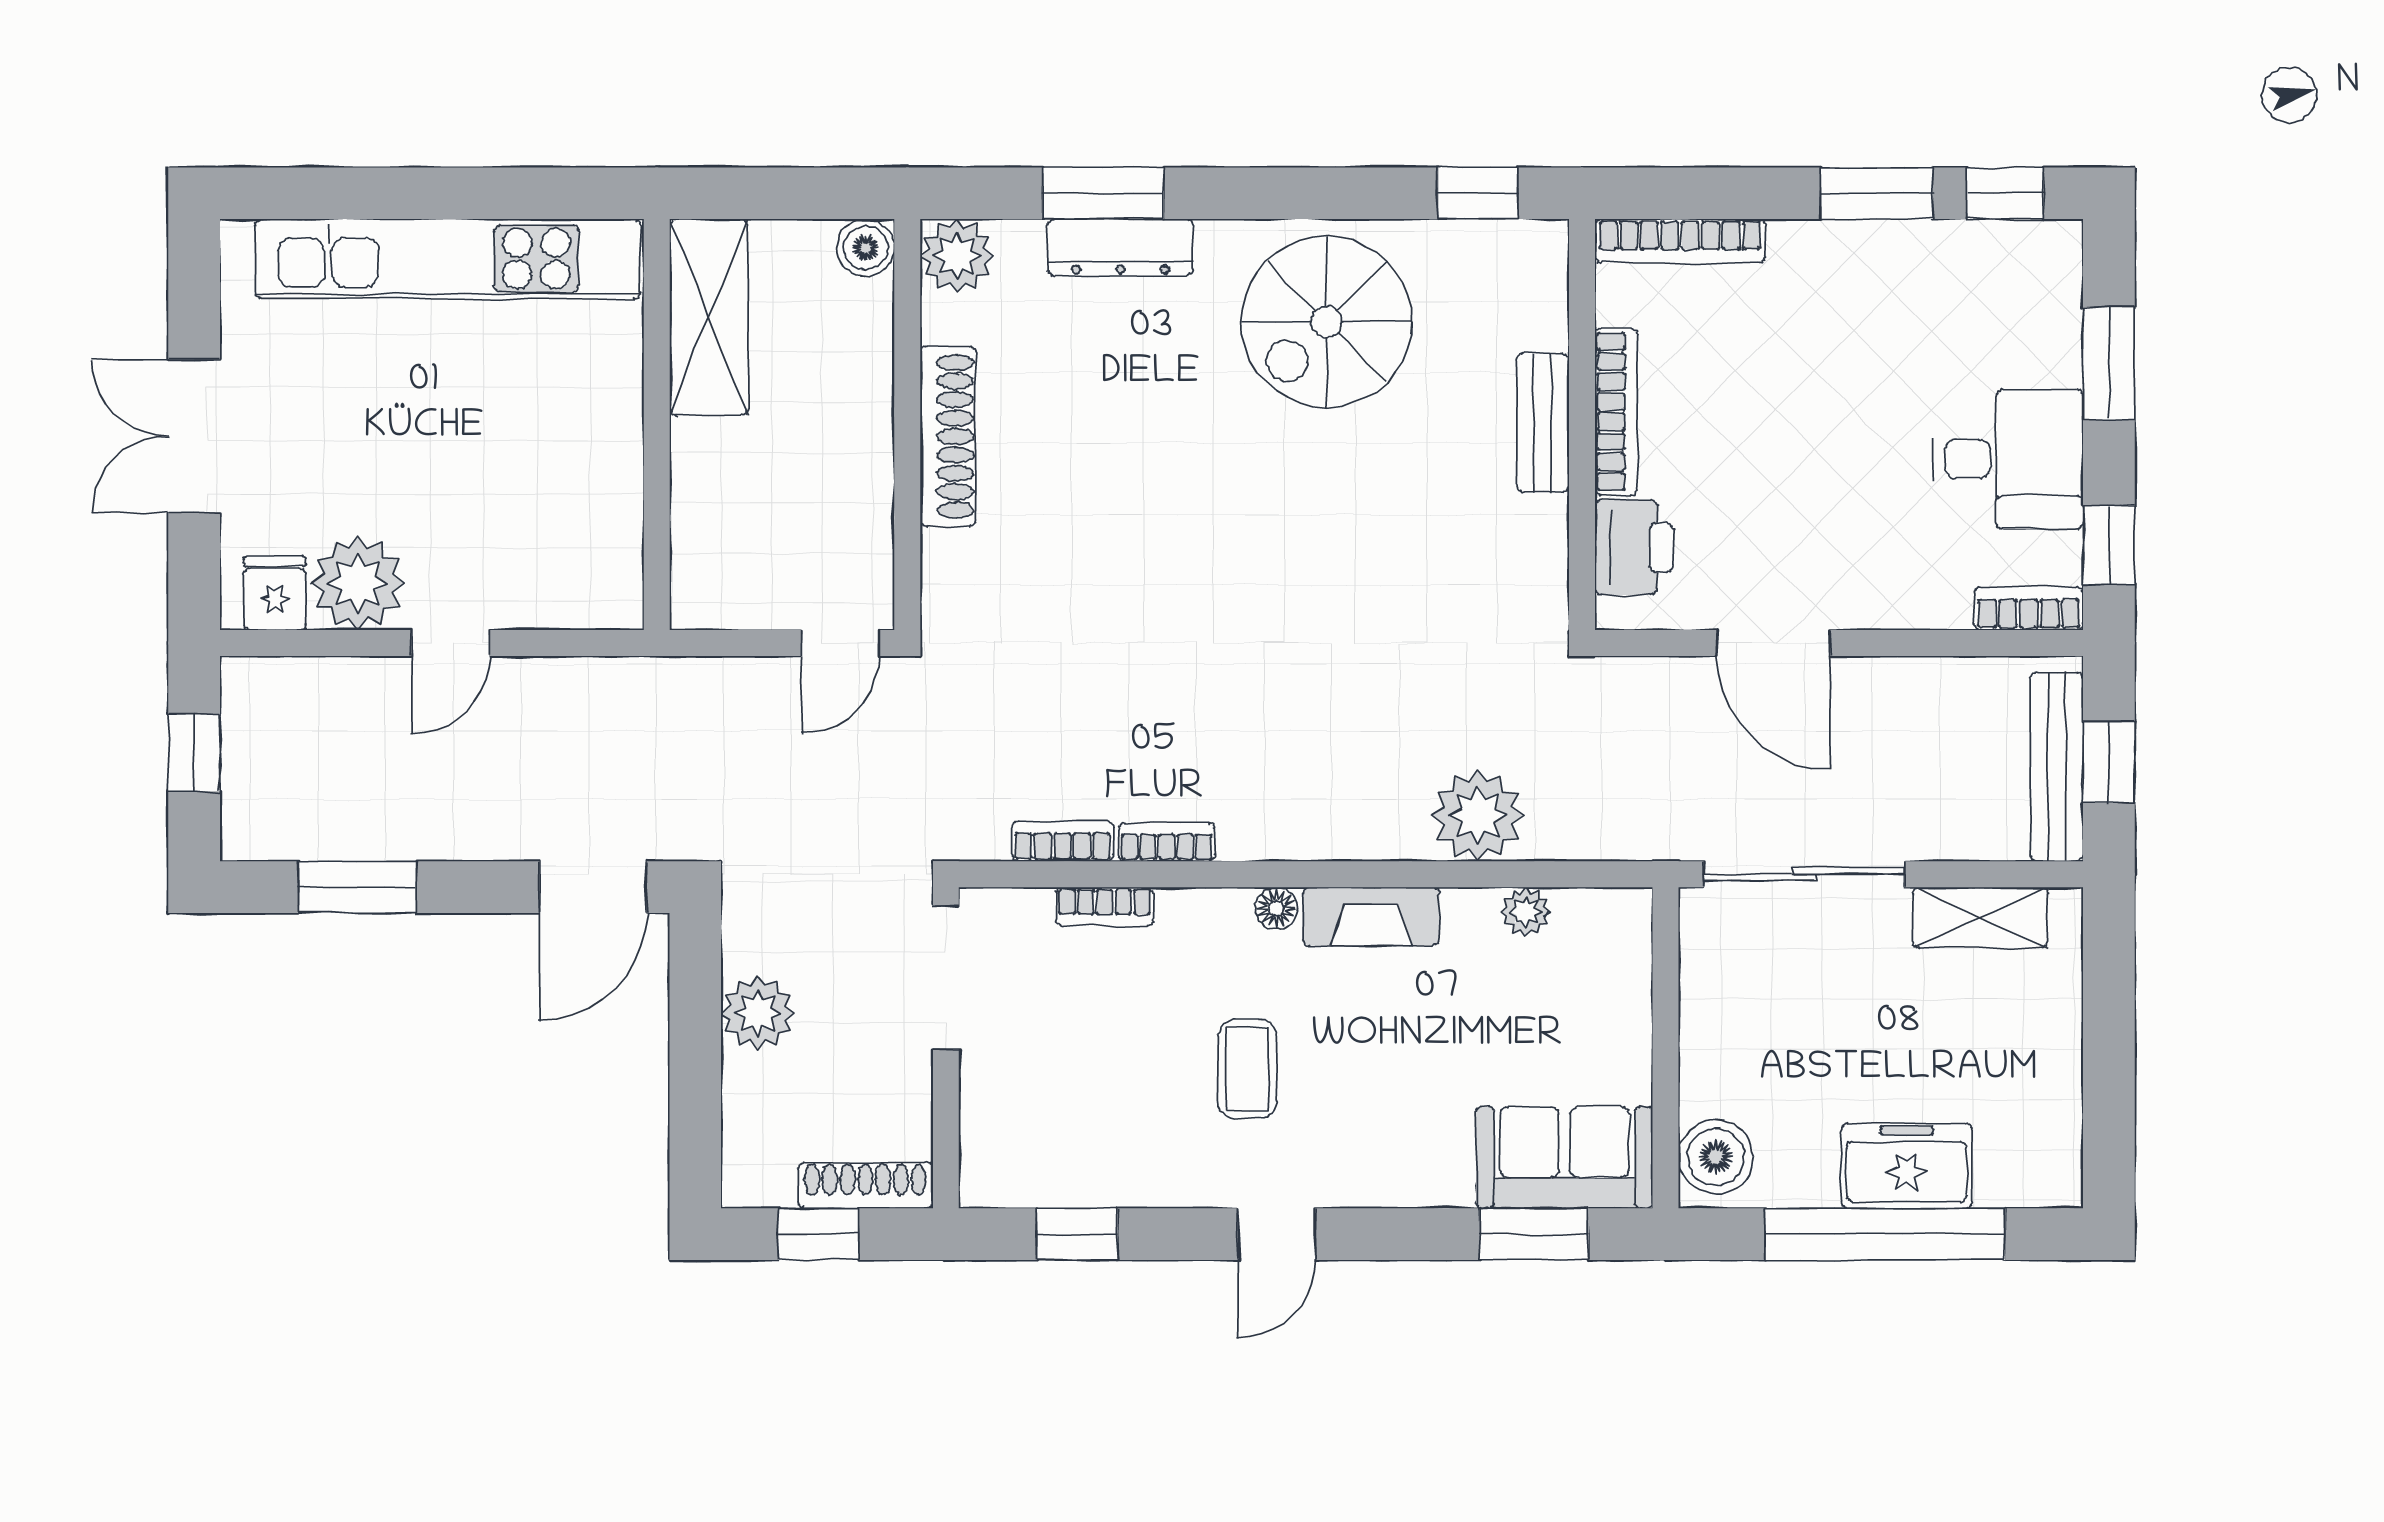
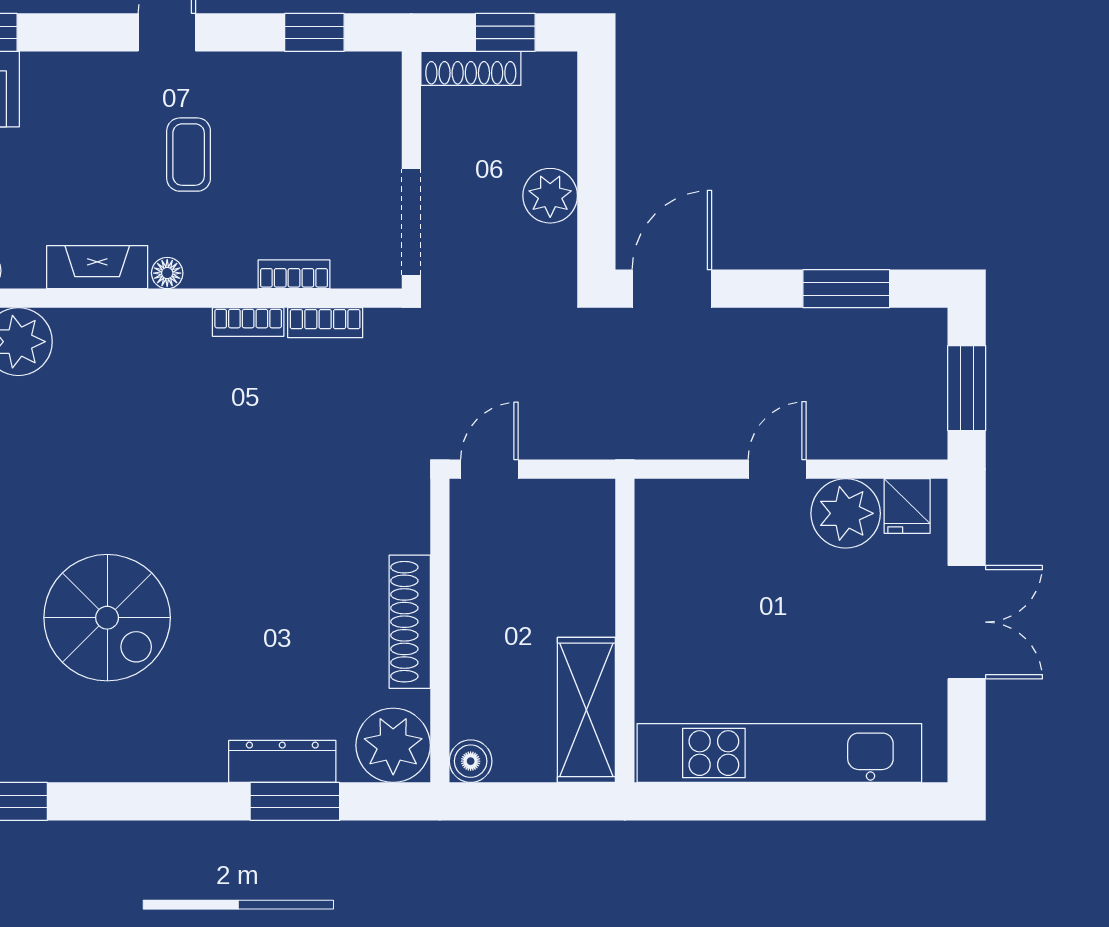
plant: (957, 256) -> (393, 745), width x1.36, depth x1.36
spiral stairs: (1327, 322) -> (107, 618), moved, turned 90
window: (194, 753) -> (967, 388), width x1.50

